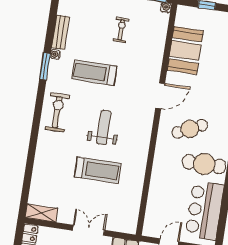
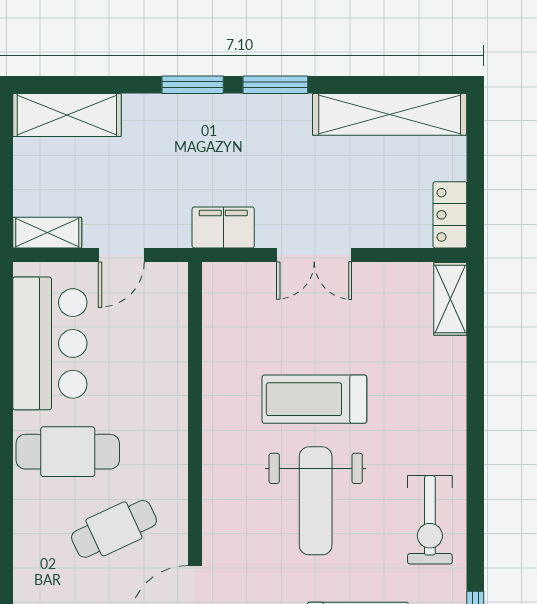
weight bench: (104, 128) -> (316, 501), width x1.36, depth x1.33
shelving: (41, 213) -> (450, 299), moved, turned 90

